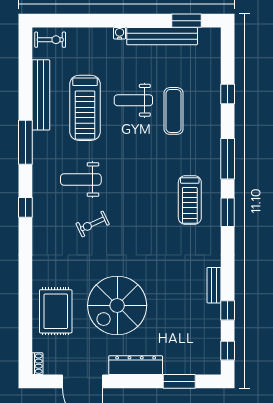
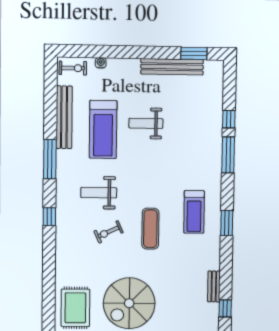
water cooler: (120, 33) -> (101, 63), moved
exercise mat: (174, 111) -> (150, 229), moved
window: (228, 159) -> (228, 155), moved

